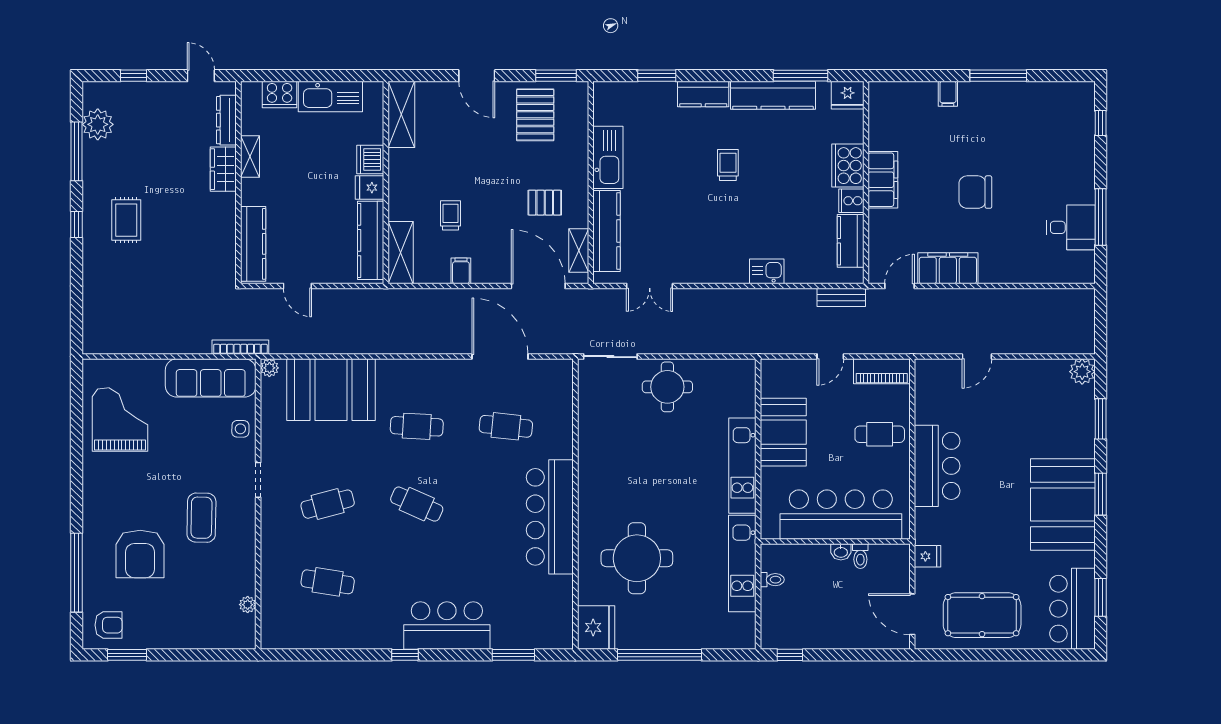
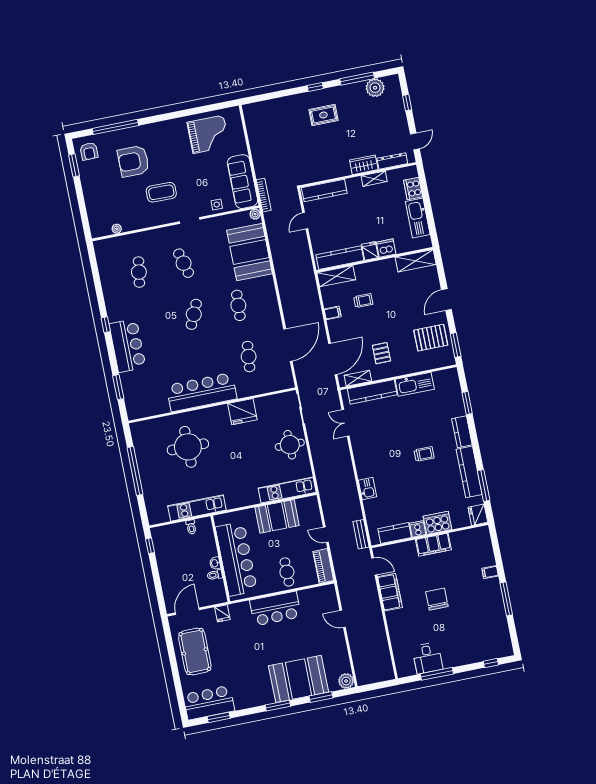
kitchen unit: (742, 466) -> (287, 490), moved
booth: (1063, 504) -> (298, 679), moved
fridge: (596, 627) -> (242, 412), moved

